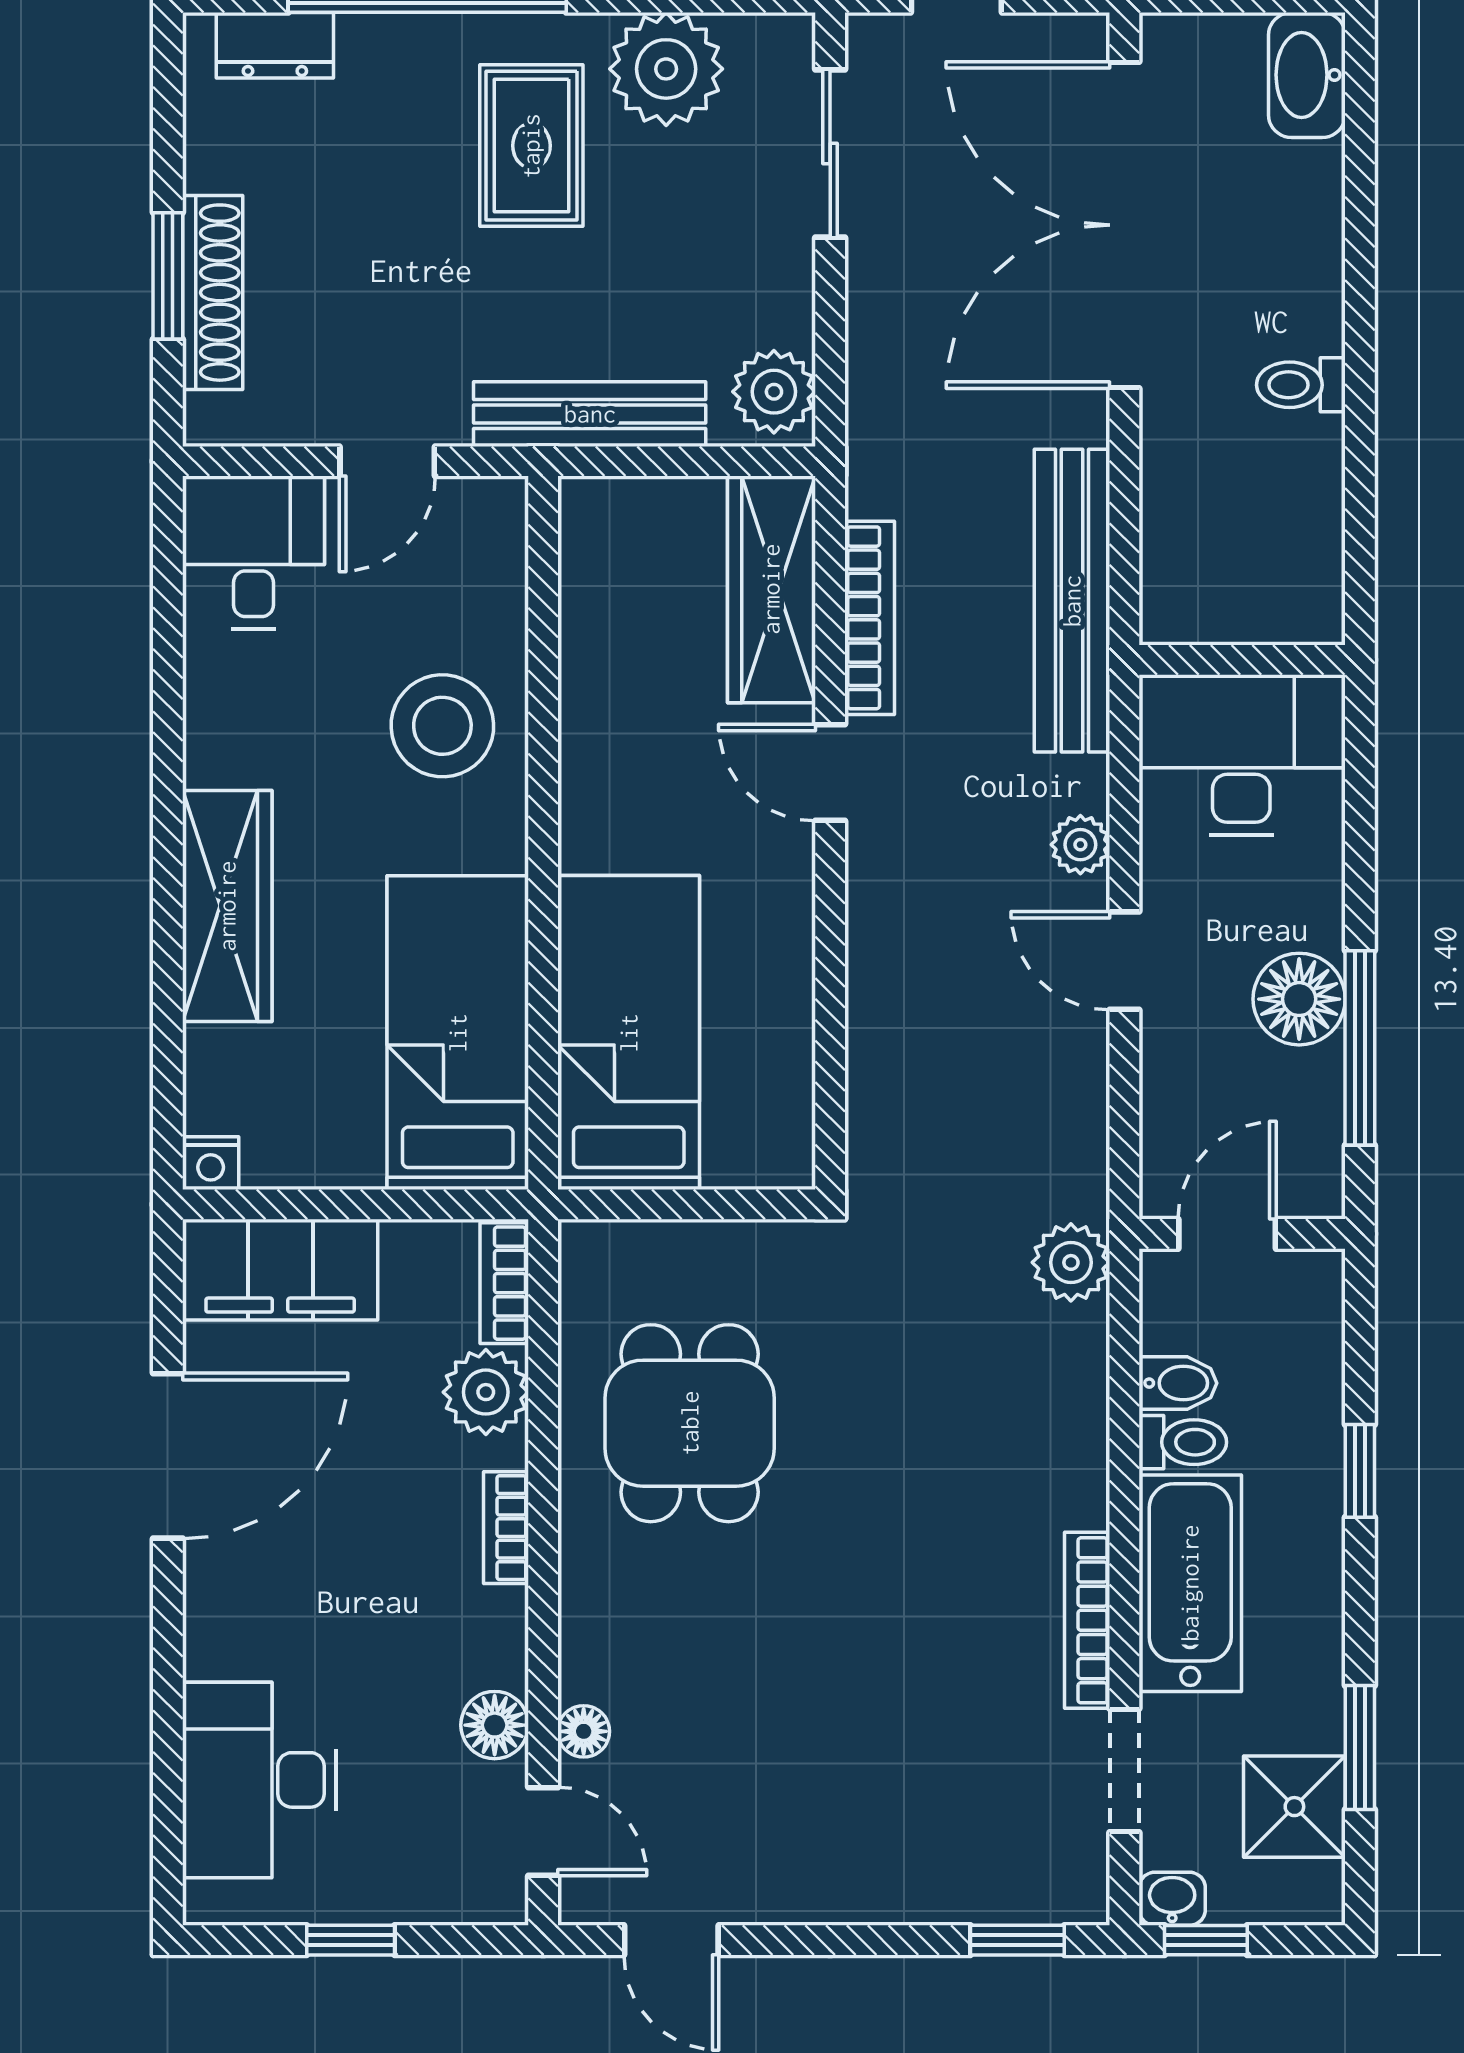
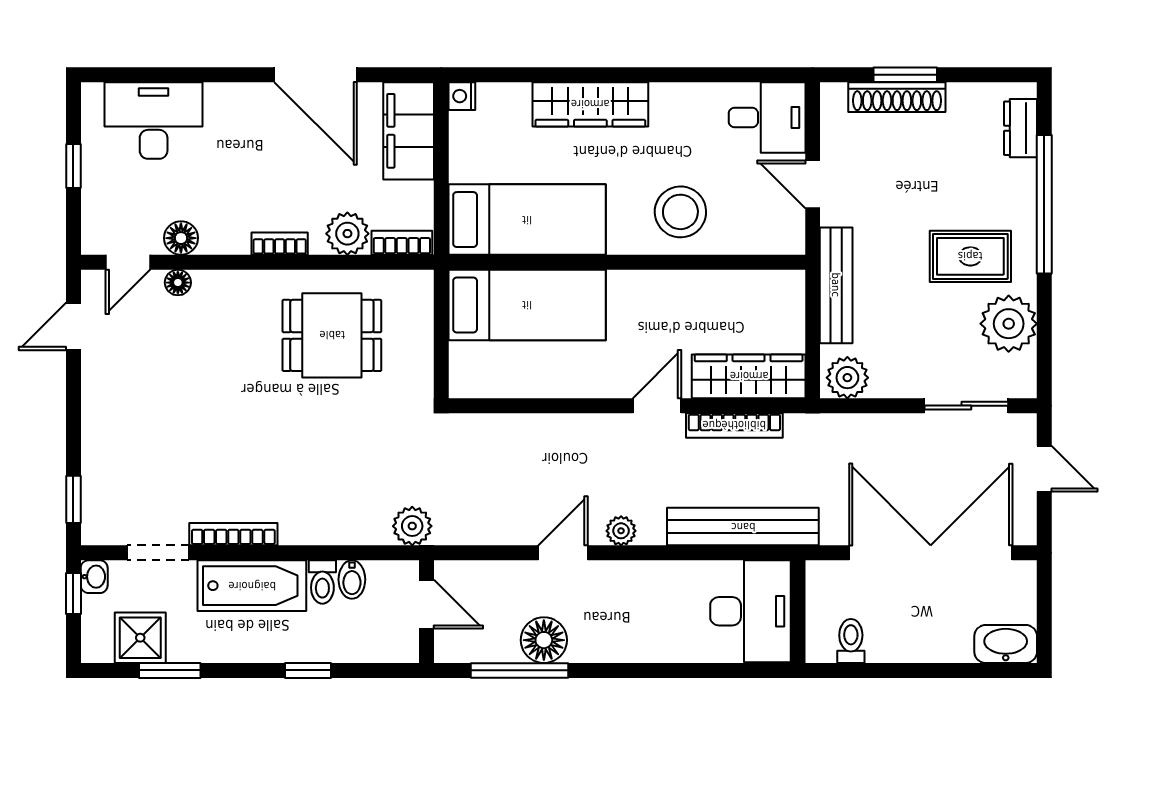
wall: (1242, 660) -> (798, 612), moved
desk: (1241, 755) -> (750, 611), moved

